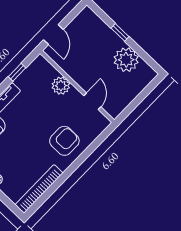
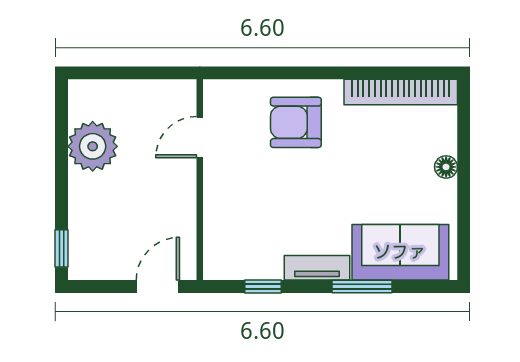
window: (120, 32) -> (62, 248), moved
plant: (61, 86) -> (221, 205), removed

